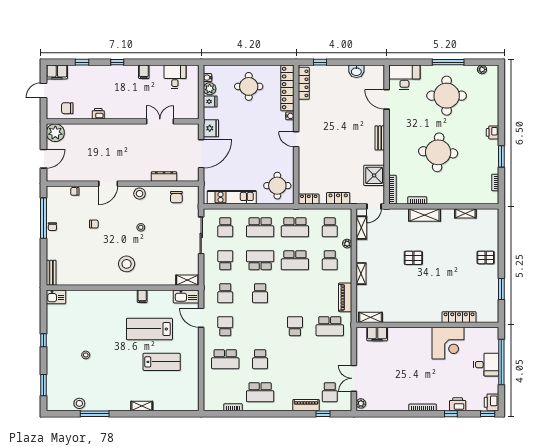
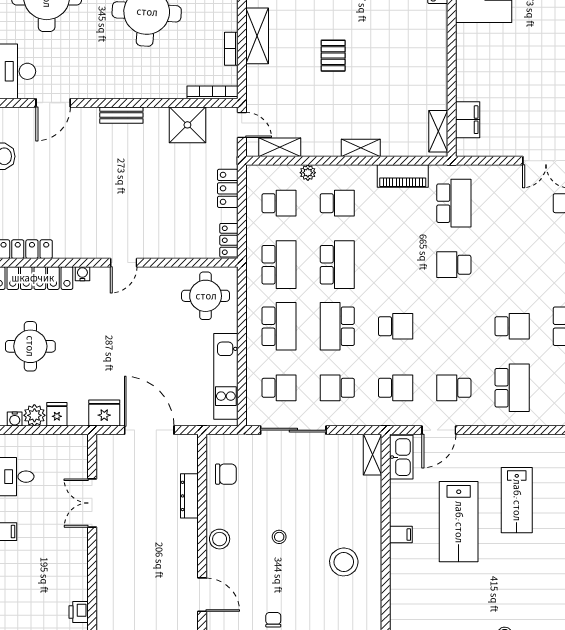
lab bench: (162, 362) -> (517, 500), turned 180

